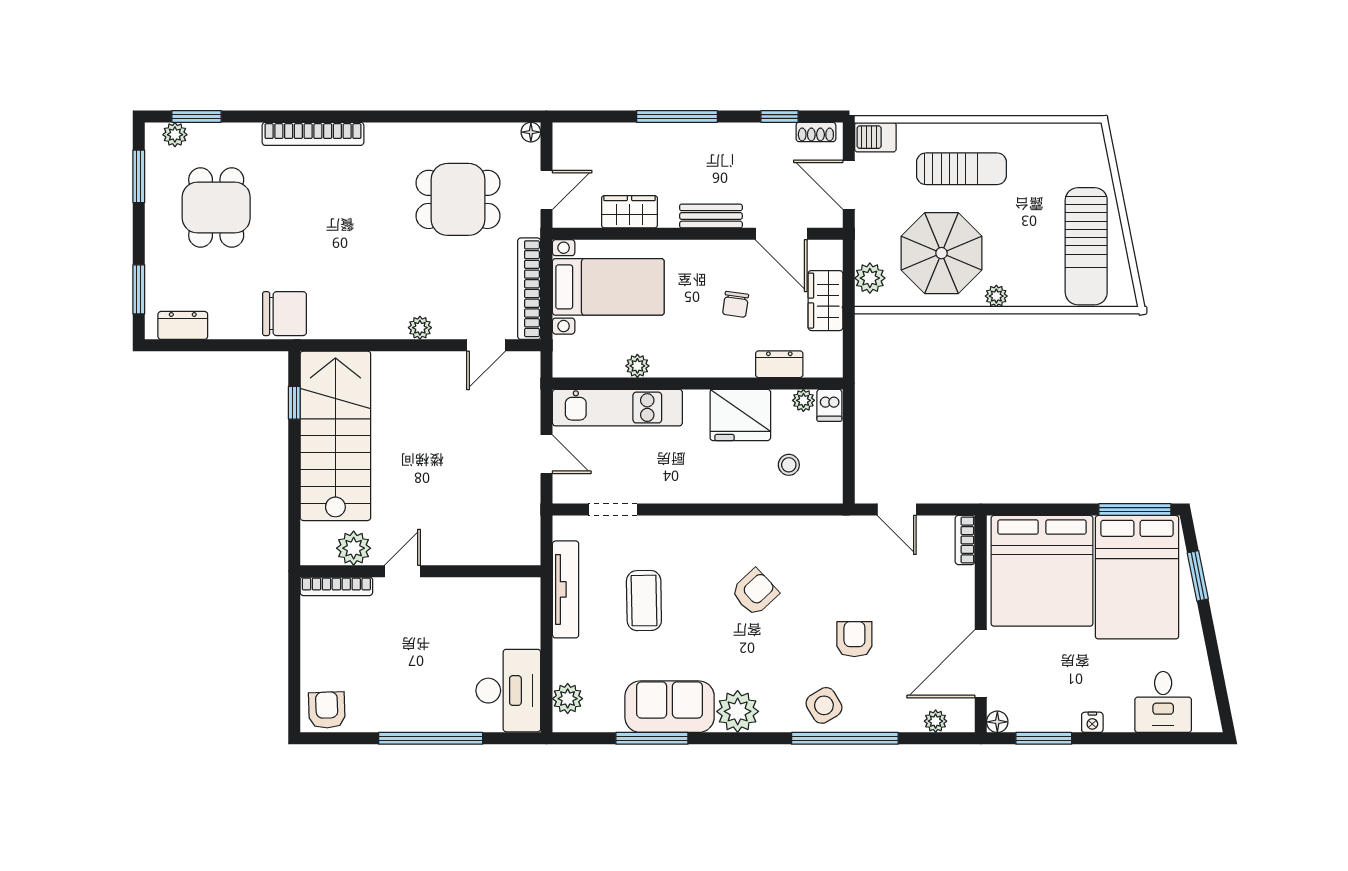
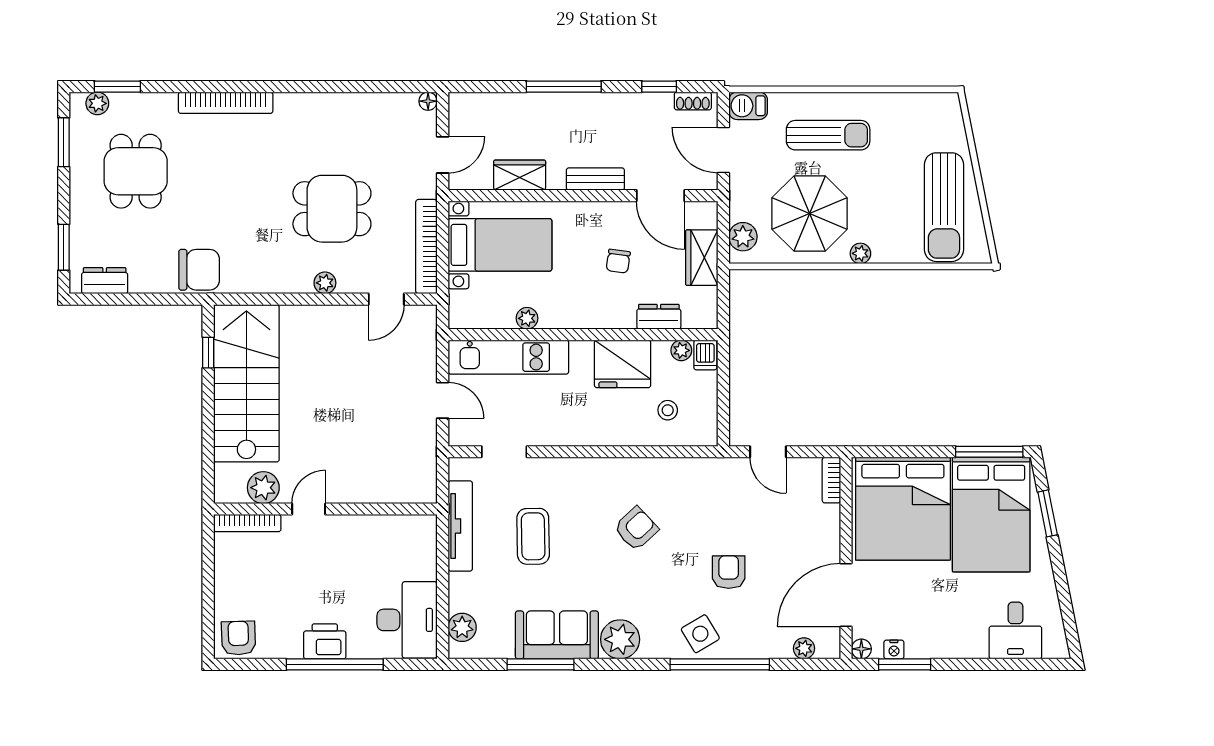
dining table: (458, 199) -> (332, 209), moved
printer: (420, 714) -> (325, 641), added
nightstand: (1092, 722) -> (894, 649), moved

